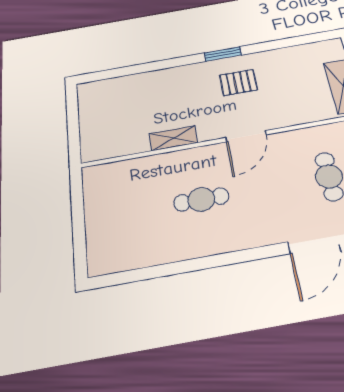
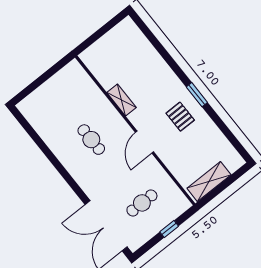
door: (246, 136) -> (145, 142), hinge flipped

